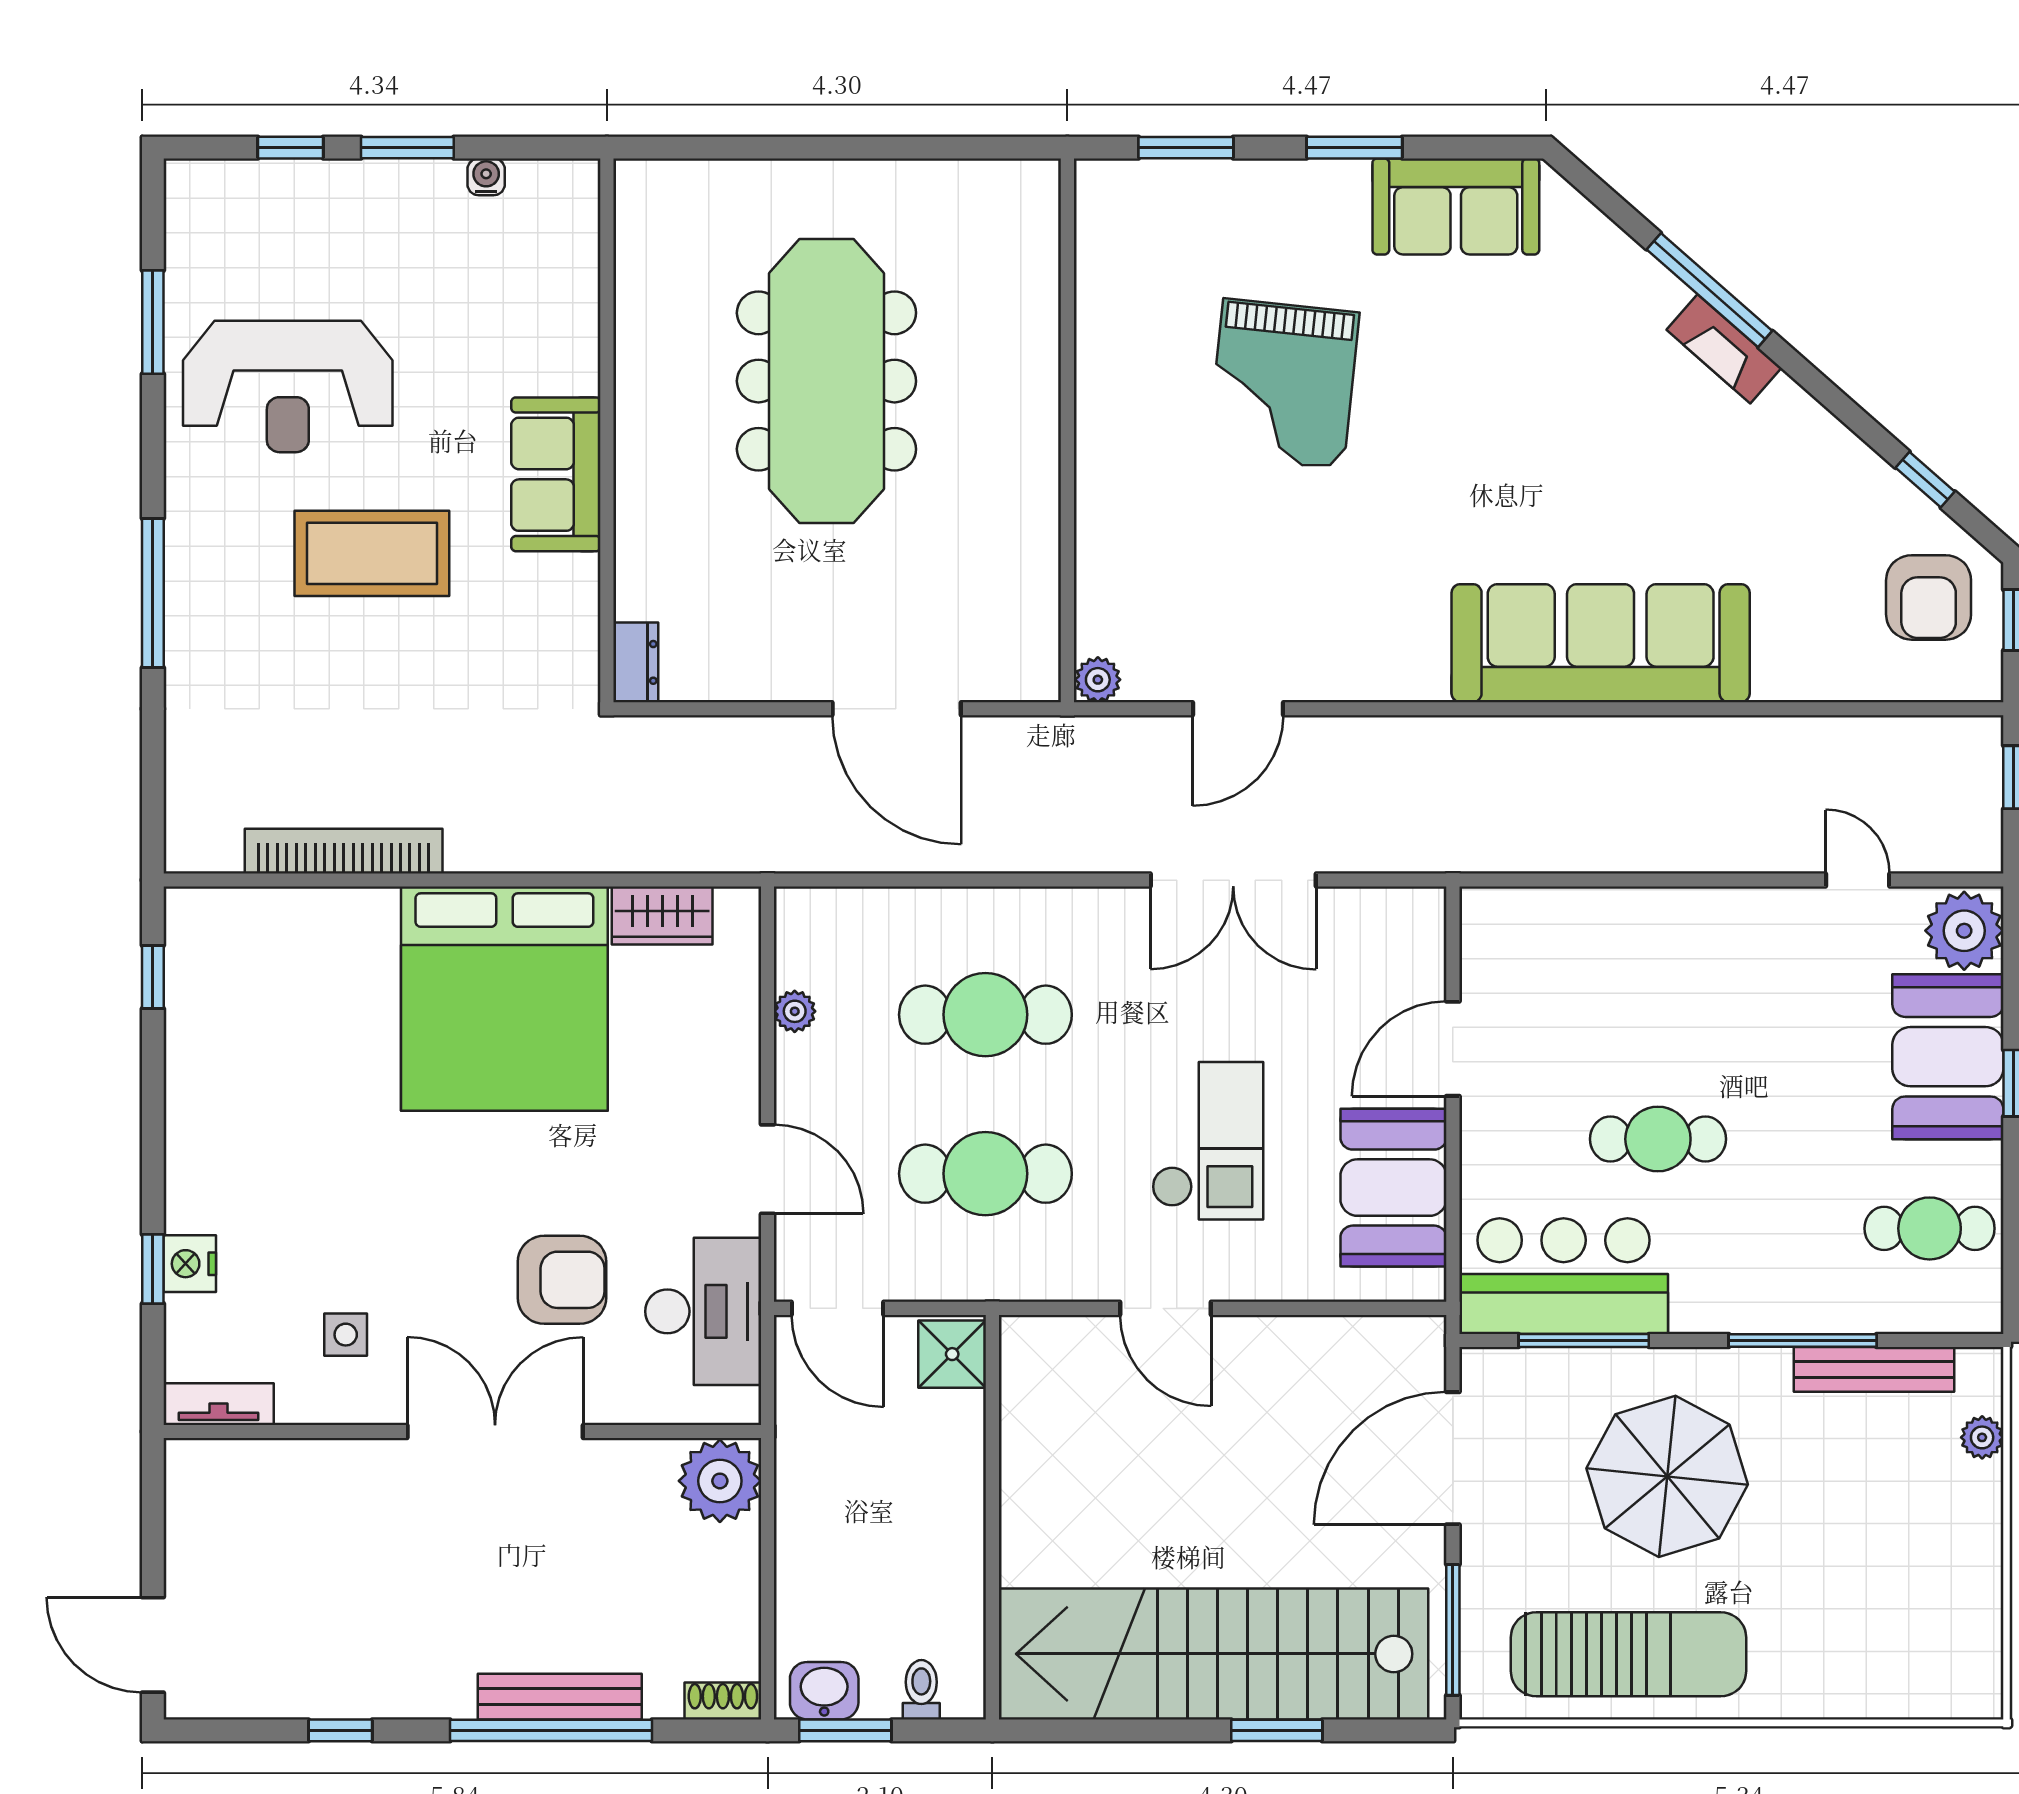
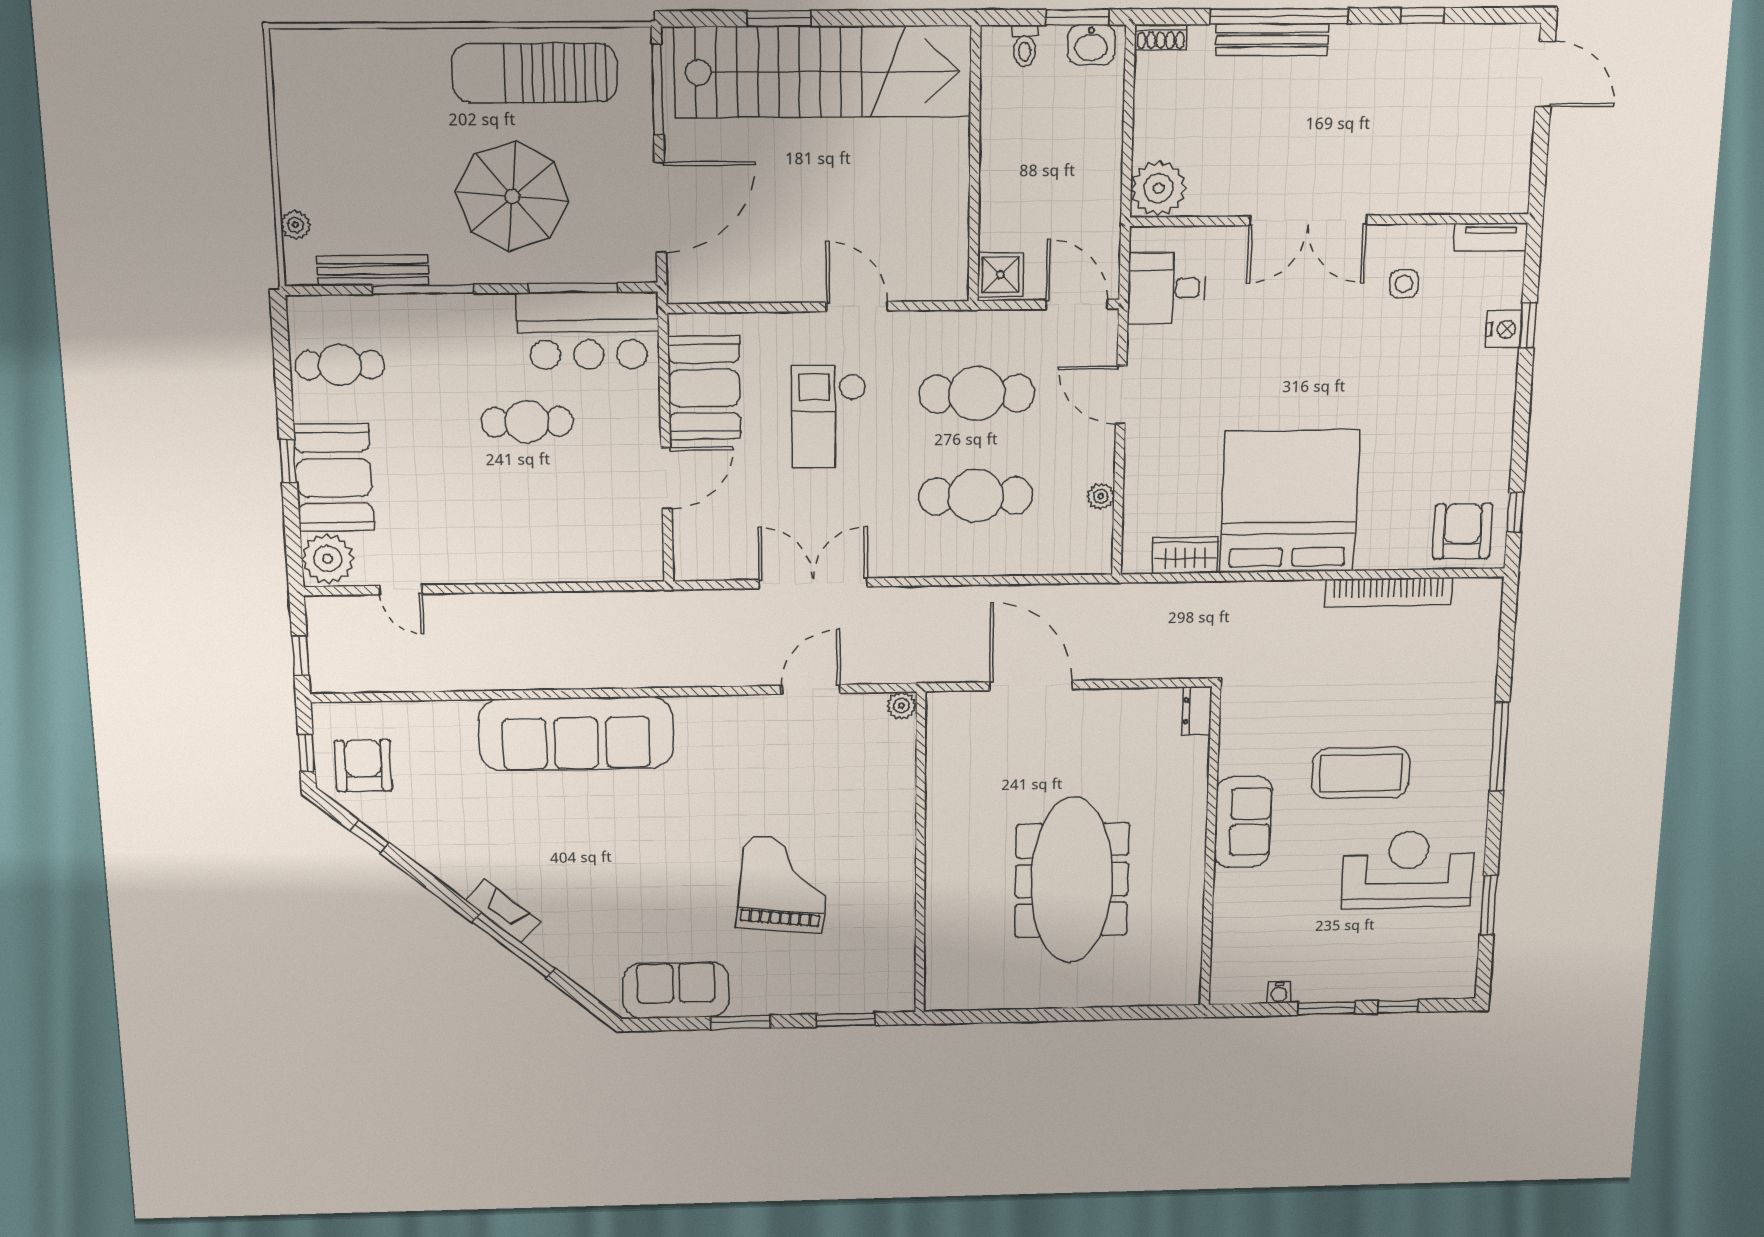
armchair: (562, 1280) -> (1462, 531), moved, turned 90
desk: (703, 1311) -> (1167, 288), width x0.73

